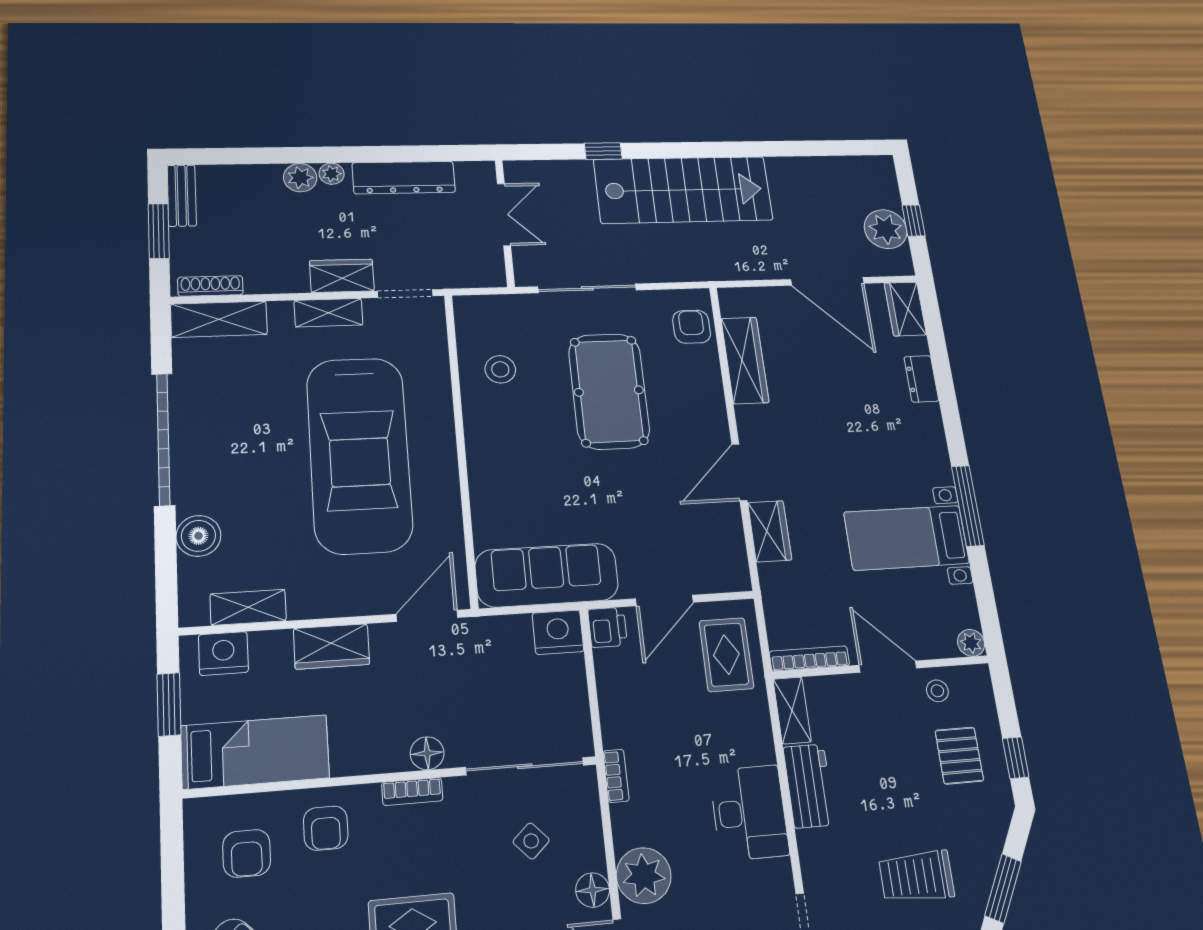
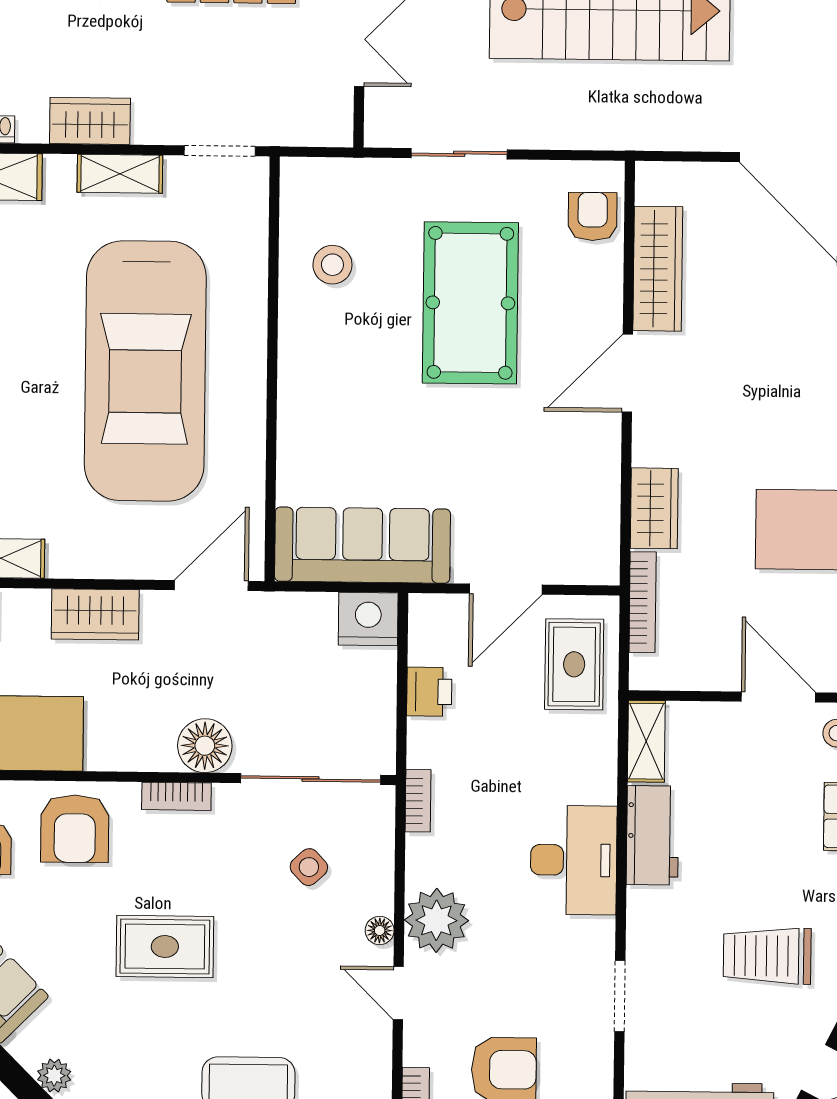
wardrobe: (342, 276) -> (90, 121), moved
sliding door: (587, 288) -> (459, 154), width x0.73
door: (739, 472) -> (627, 373), moved
printer: (608, 627) -> (429, 692), moved
bookcase: (809, 658) -> (643, 602), moved, turned 90
floor lamp: (427, 753) -> (205, 746), width x1.38, depth x1.38
armchair: (326, 828) -> (75, 829), width x1.38, depth x1.38
floor lamp: (593, 890) -> (380, 930), width x0.73, depth x0.73

